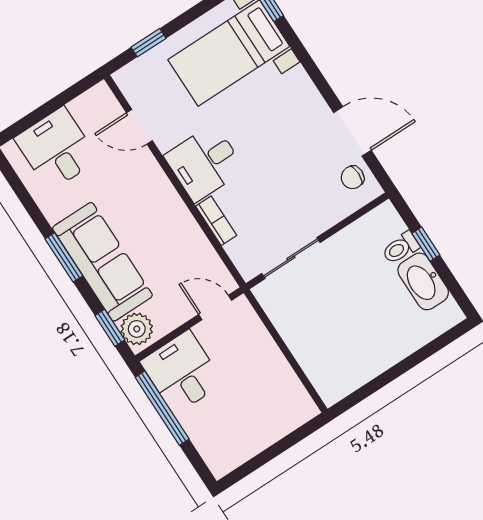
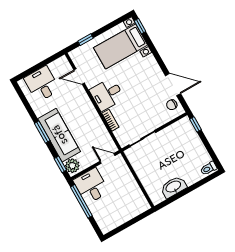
window: (426, 244) -> (196, 124), moved
toilet: (401, 248) -> (209, 168), moved
washbasin: (423, 281) -> (173, 187), moved, turned 90

